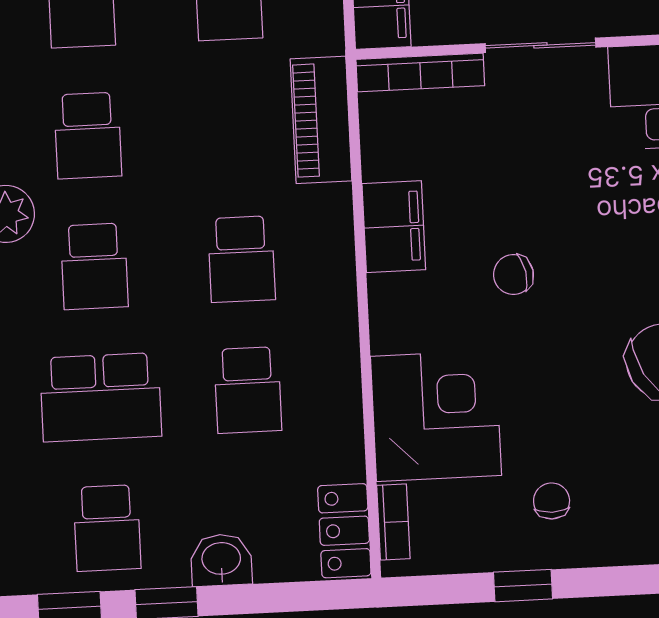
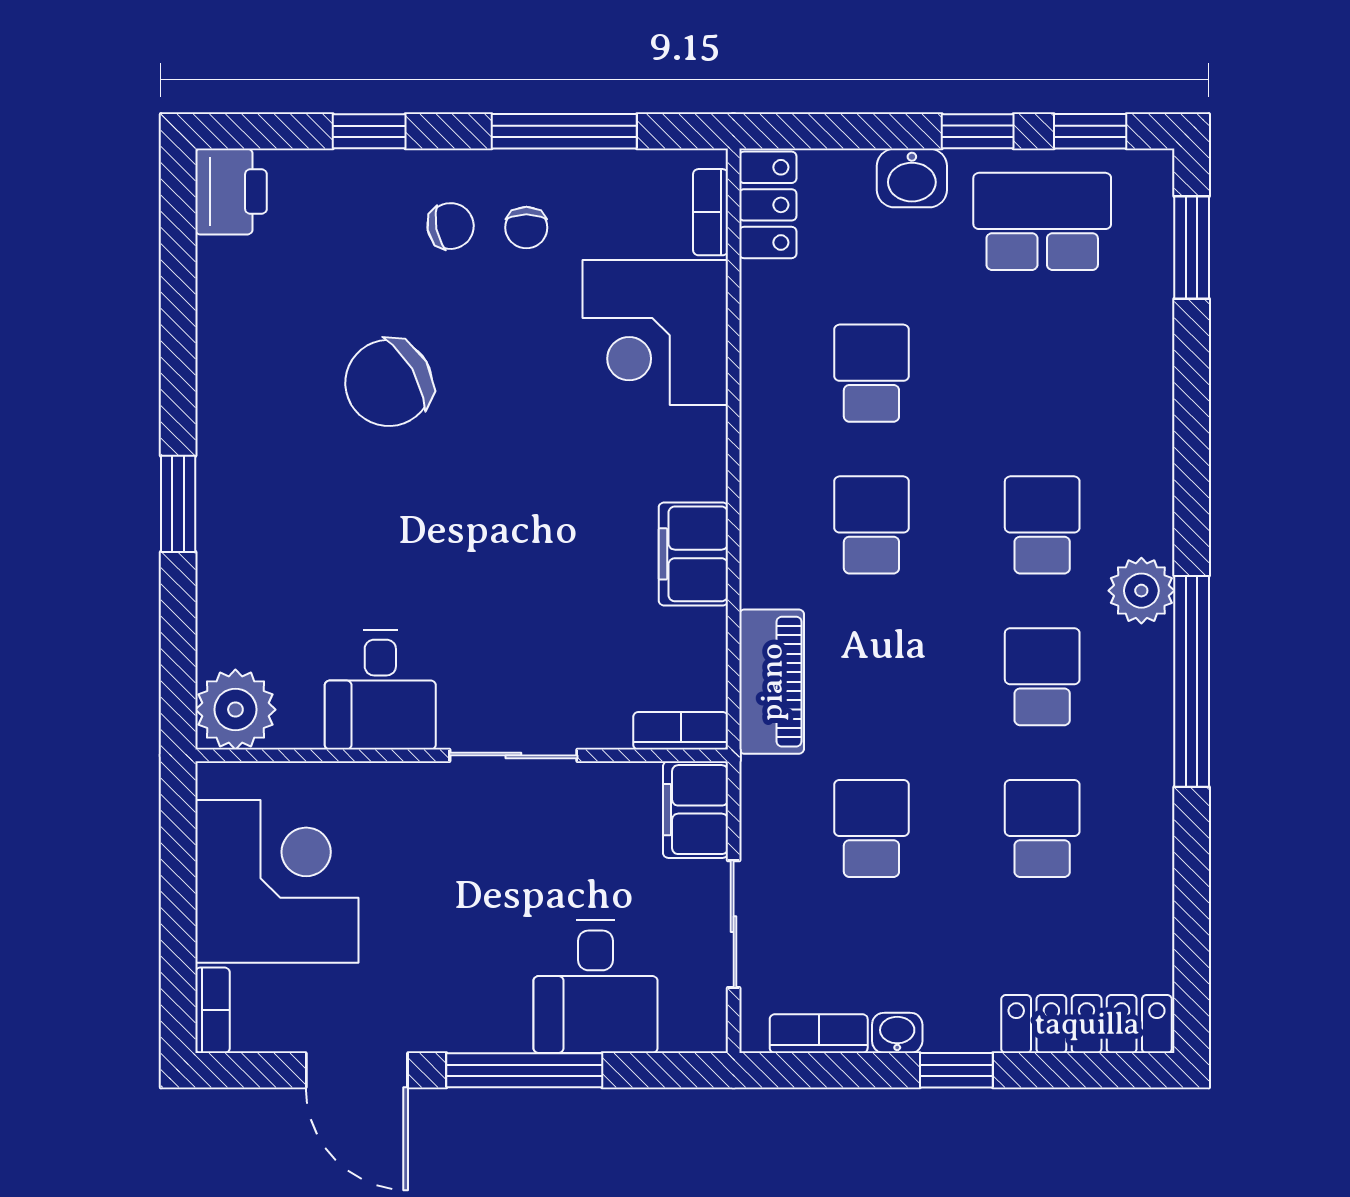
bookcase: (420, 72) -> (681, 731), width x0.64
chair: (513, 275) -> (451, 226), moved
school desk: (101, 397) -> (1042, 373), removed
school desk: (107, 528) -> (1042, 221), width x1.85
window: (523, 586) -> (564, 131), width x2.17

